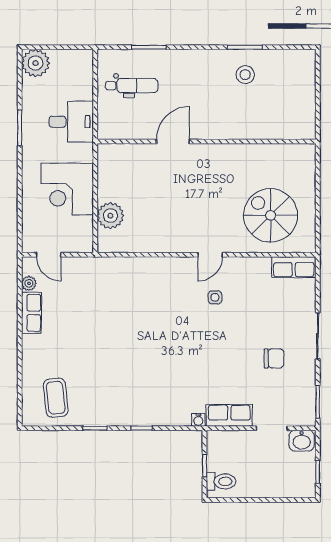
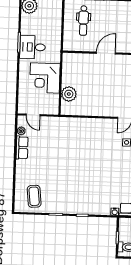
dental chair: (132, 86) -> (83, 21), turned 90
desk: (71, 122) -> (32, 47), moved, turned 180

